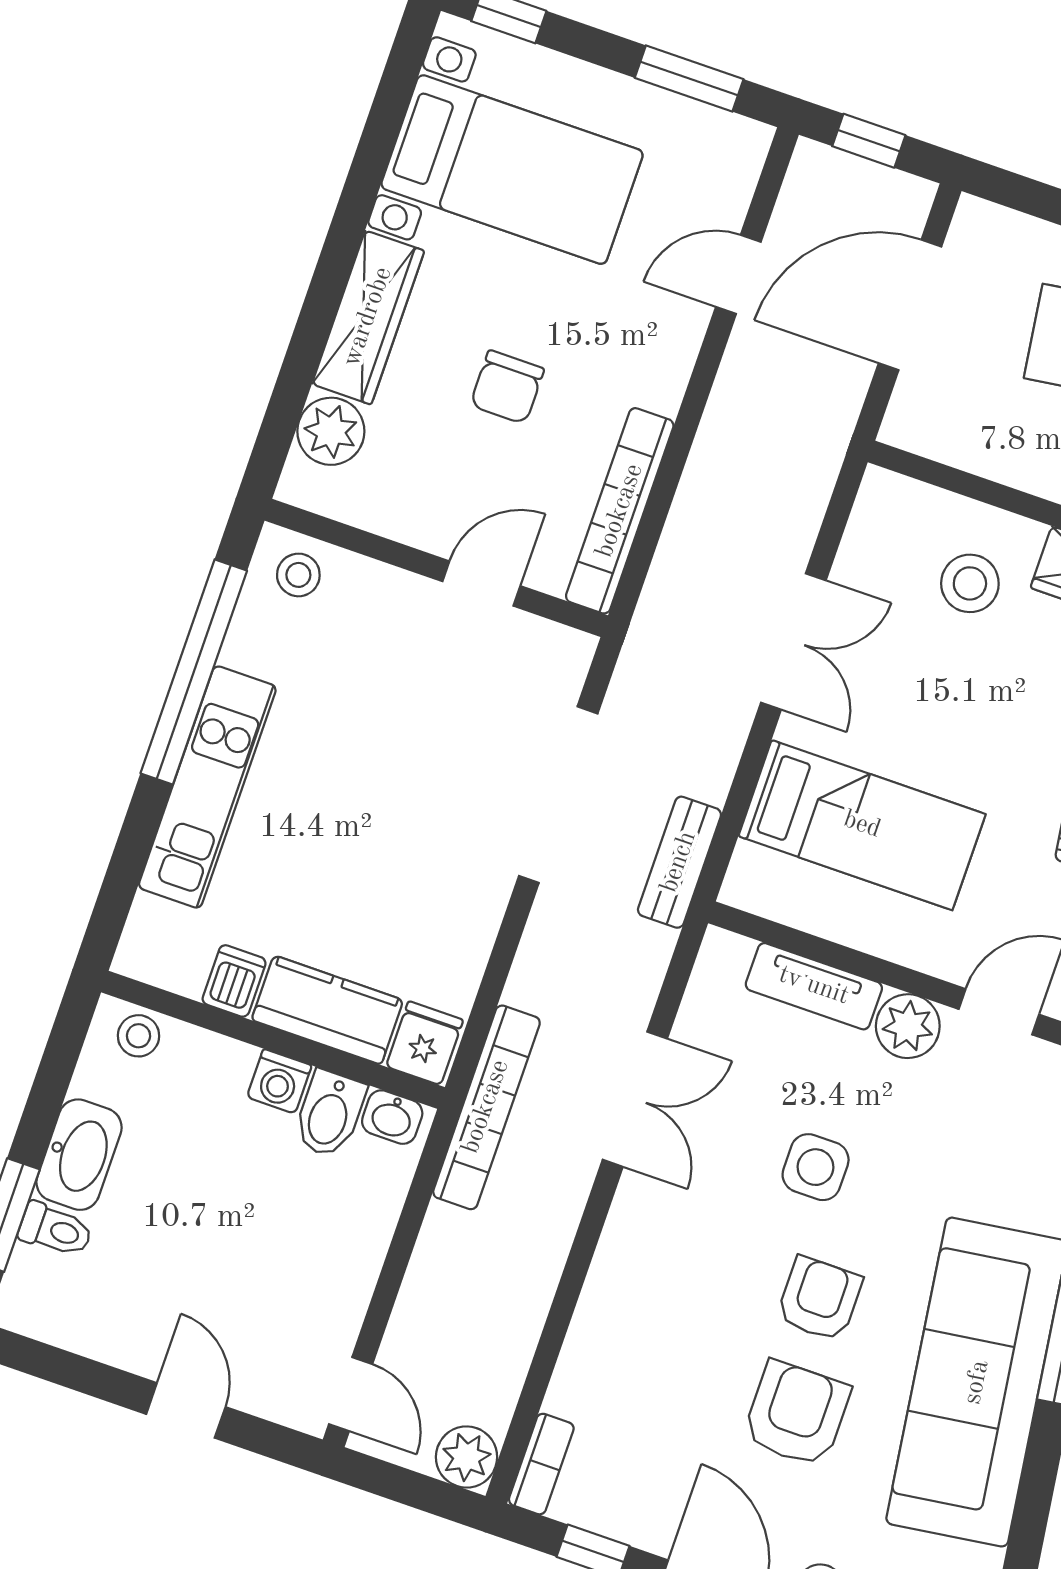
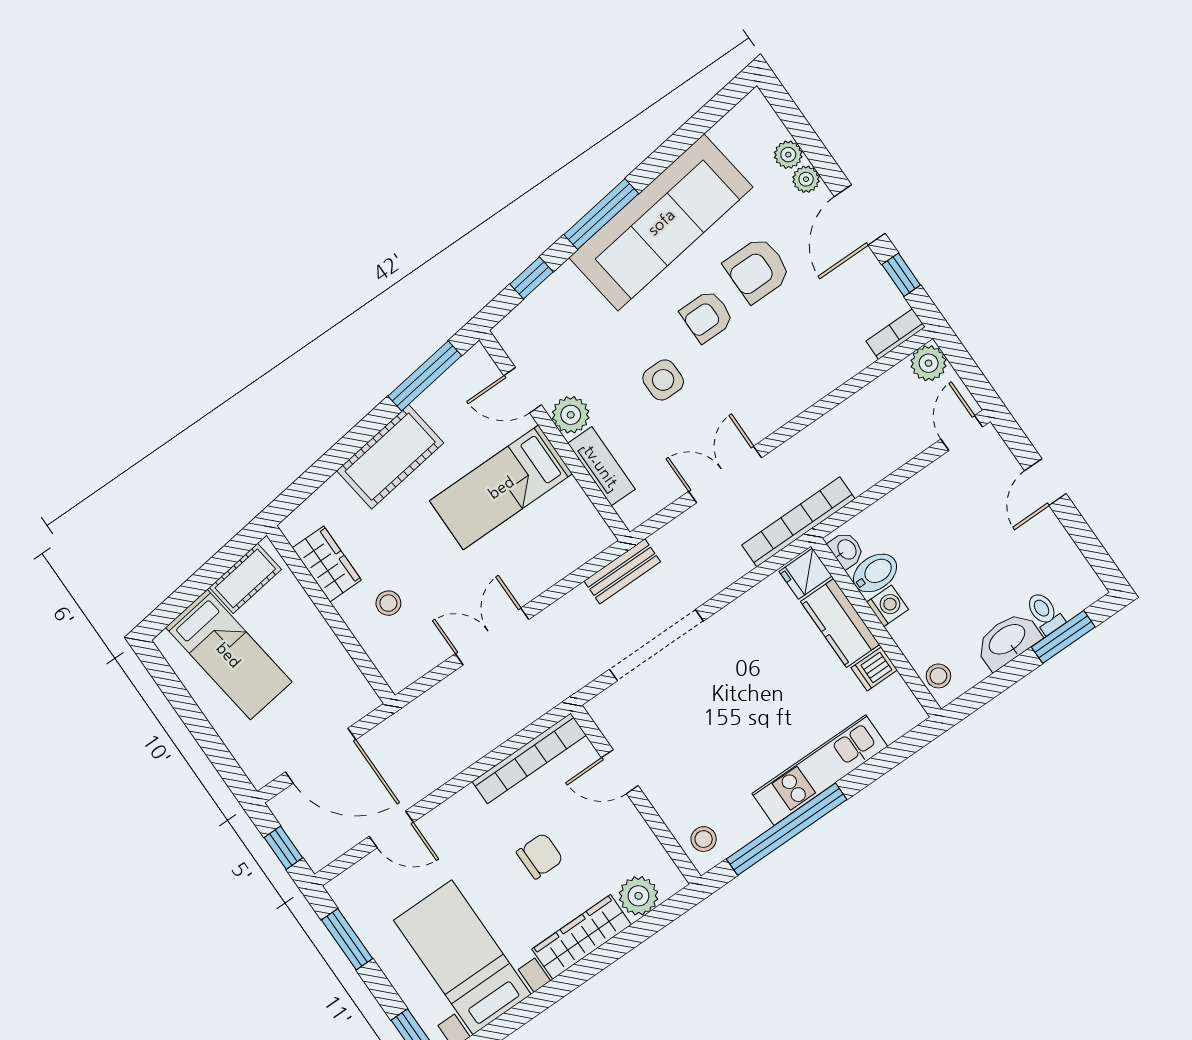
stool: (970, 583) -> (388, 603), width x0.73, depth x0.73
bed: (862, 825) -> (501, 487), moved, turned -90

